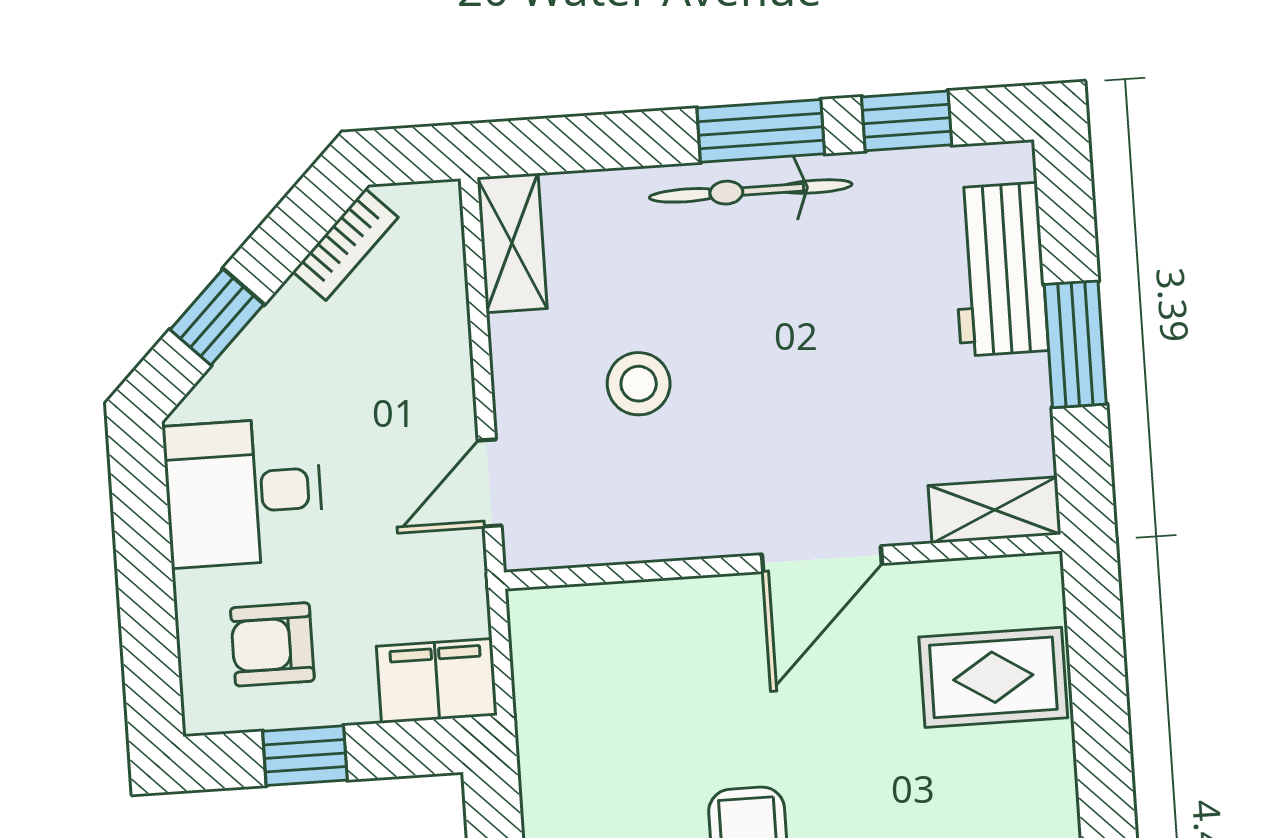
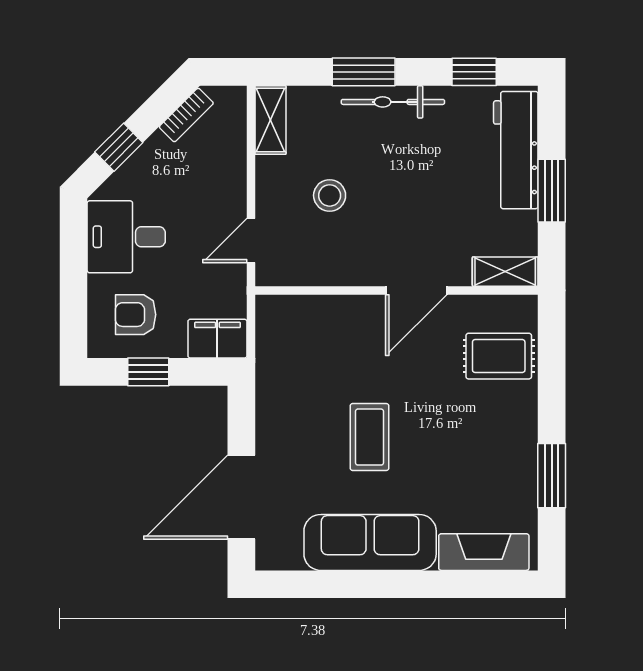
window: (761, 131) -> (364, 72), moved
workbench: (999, 269) -> (516, 150), width x1.37

